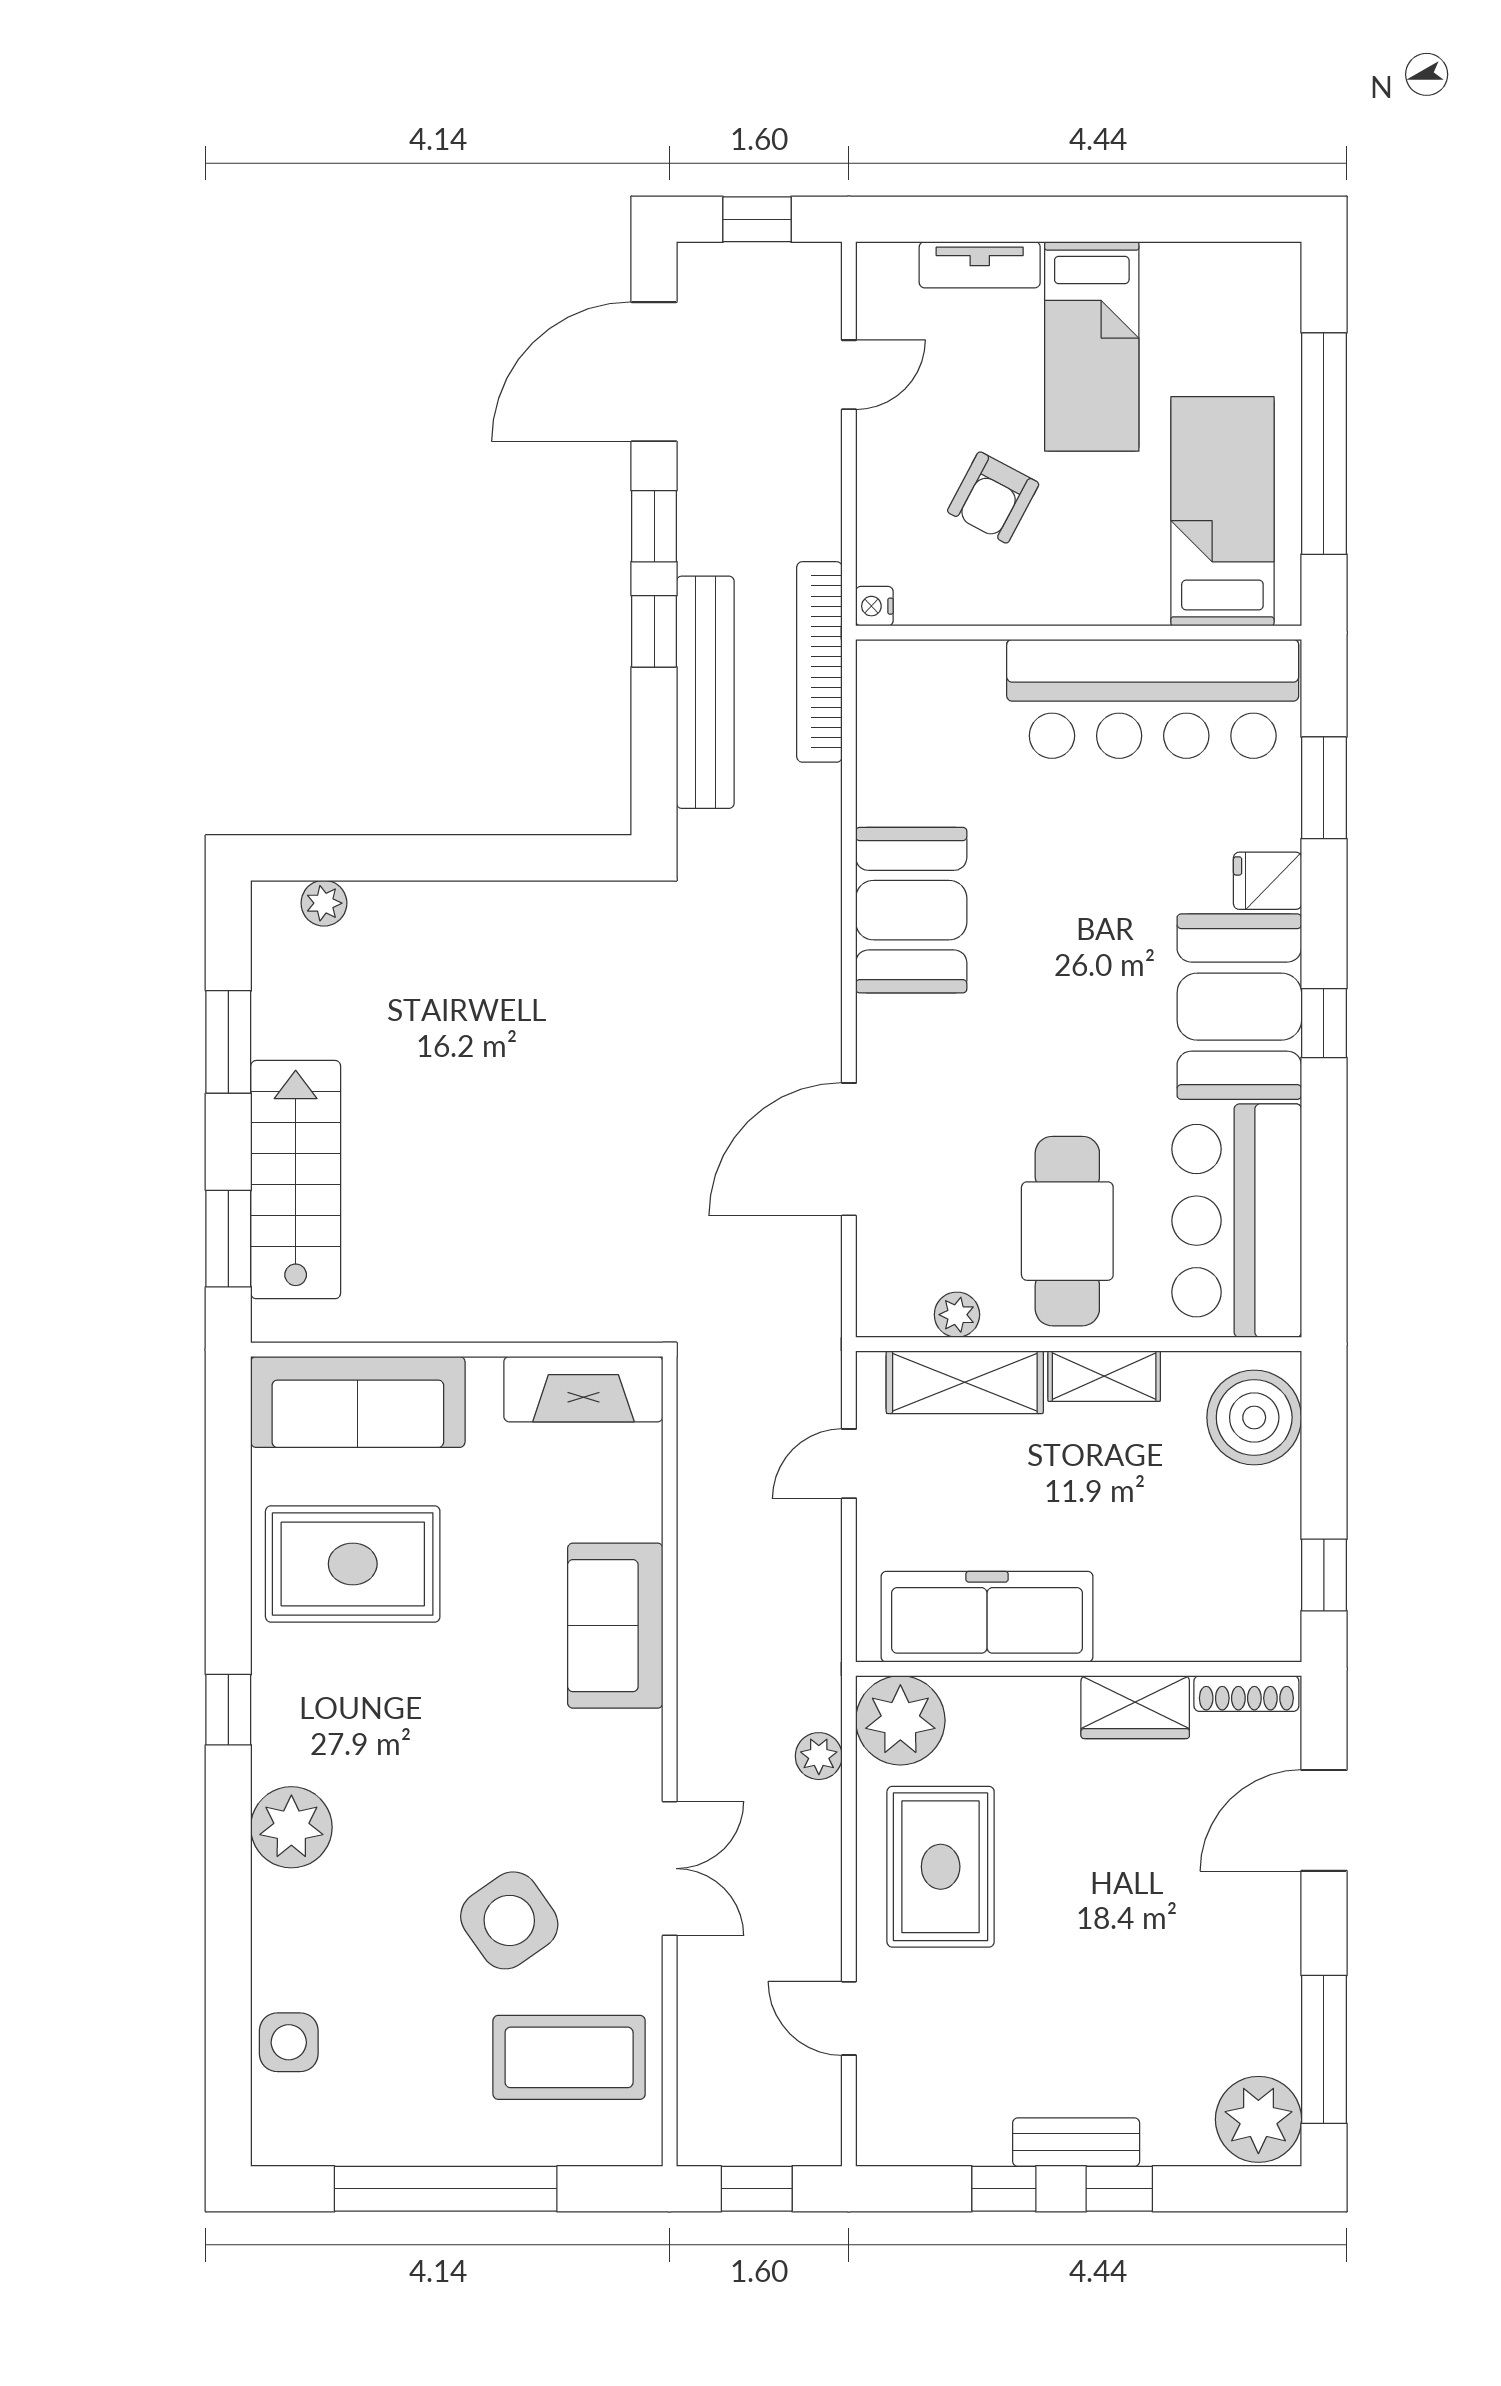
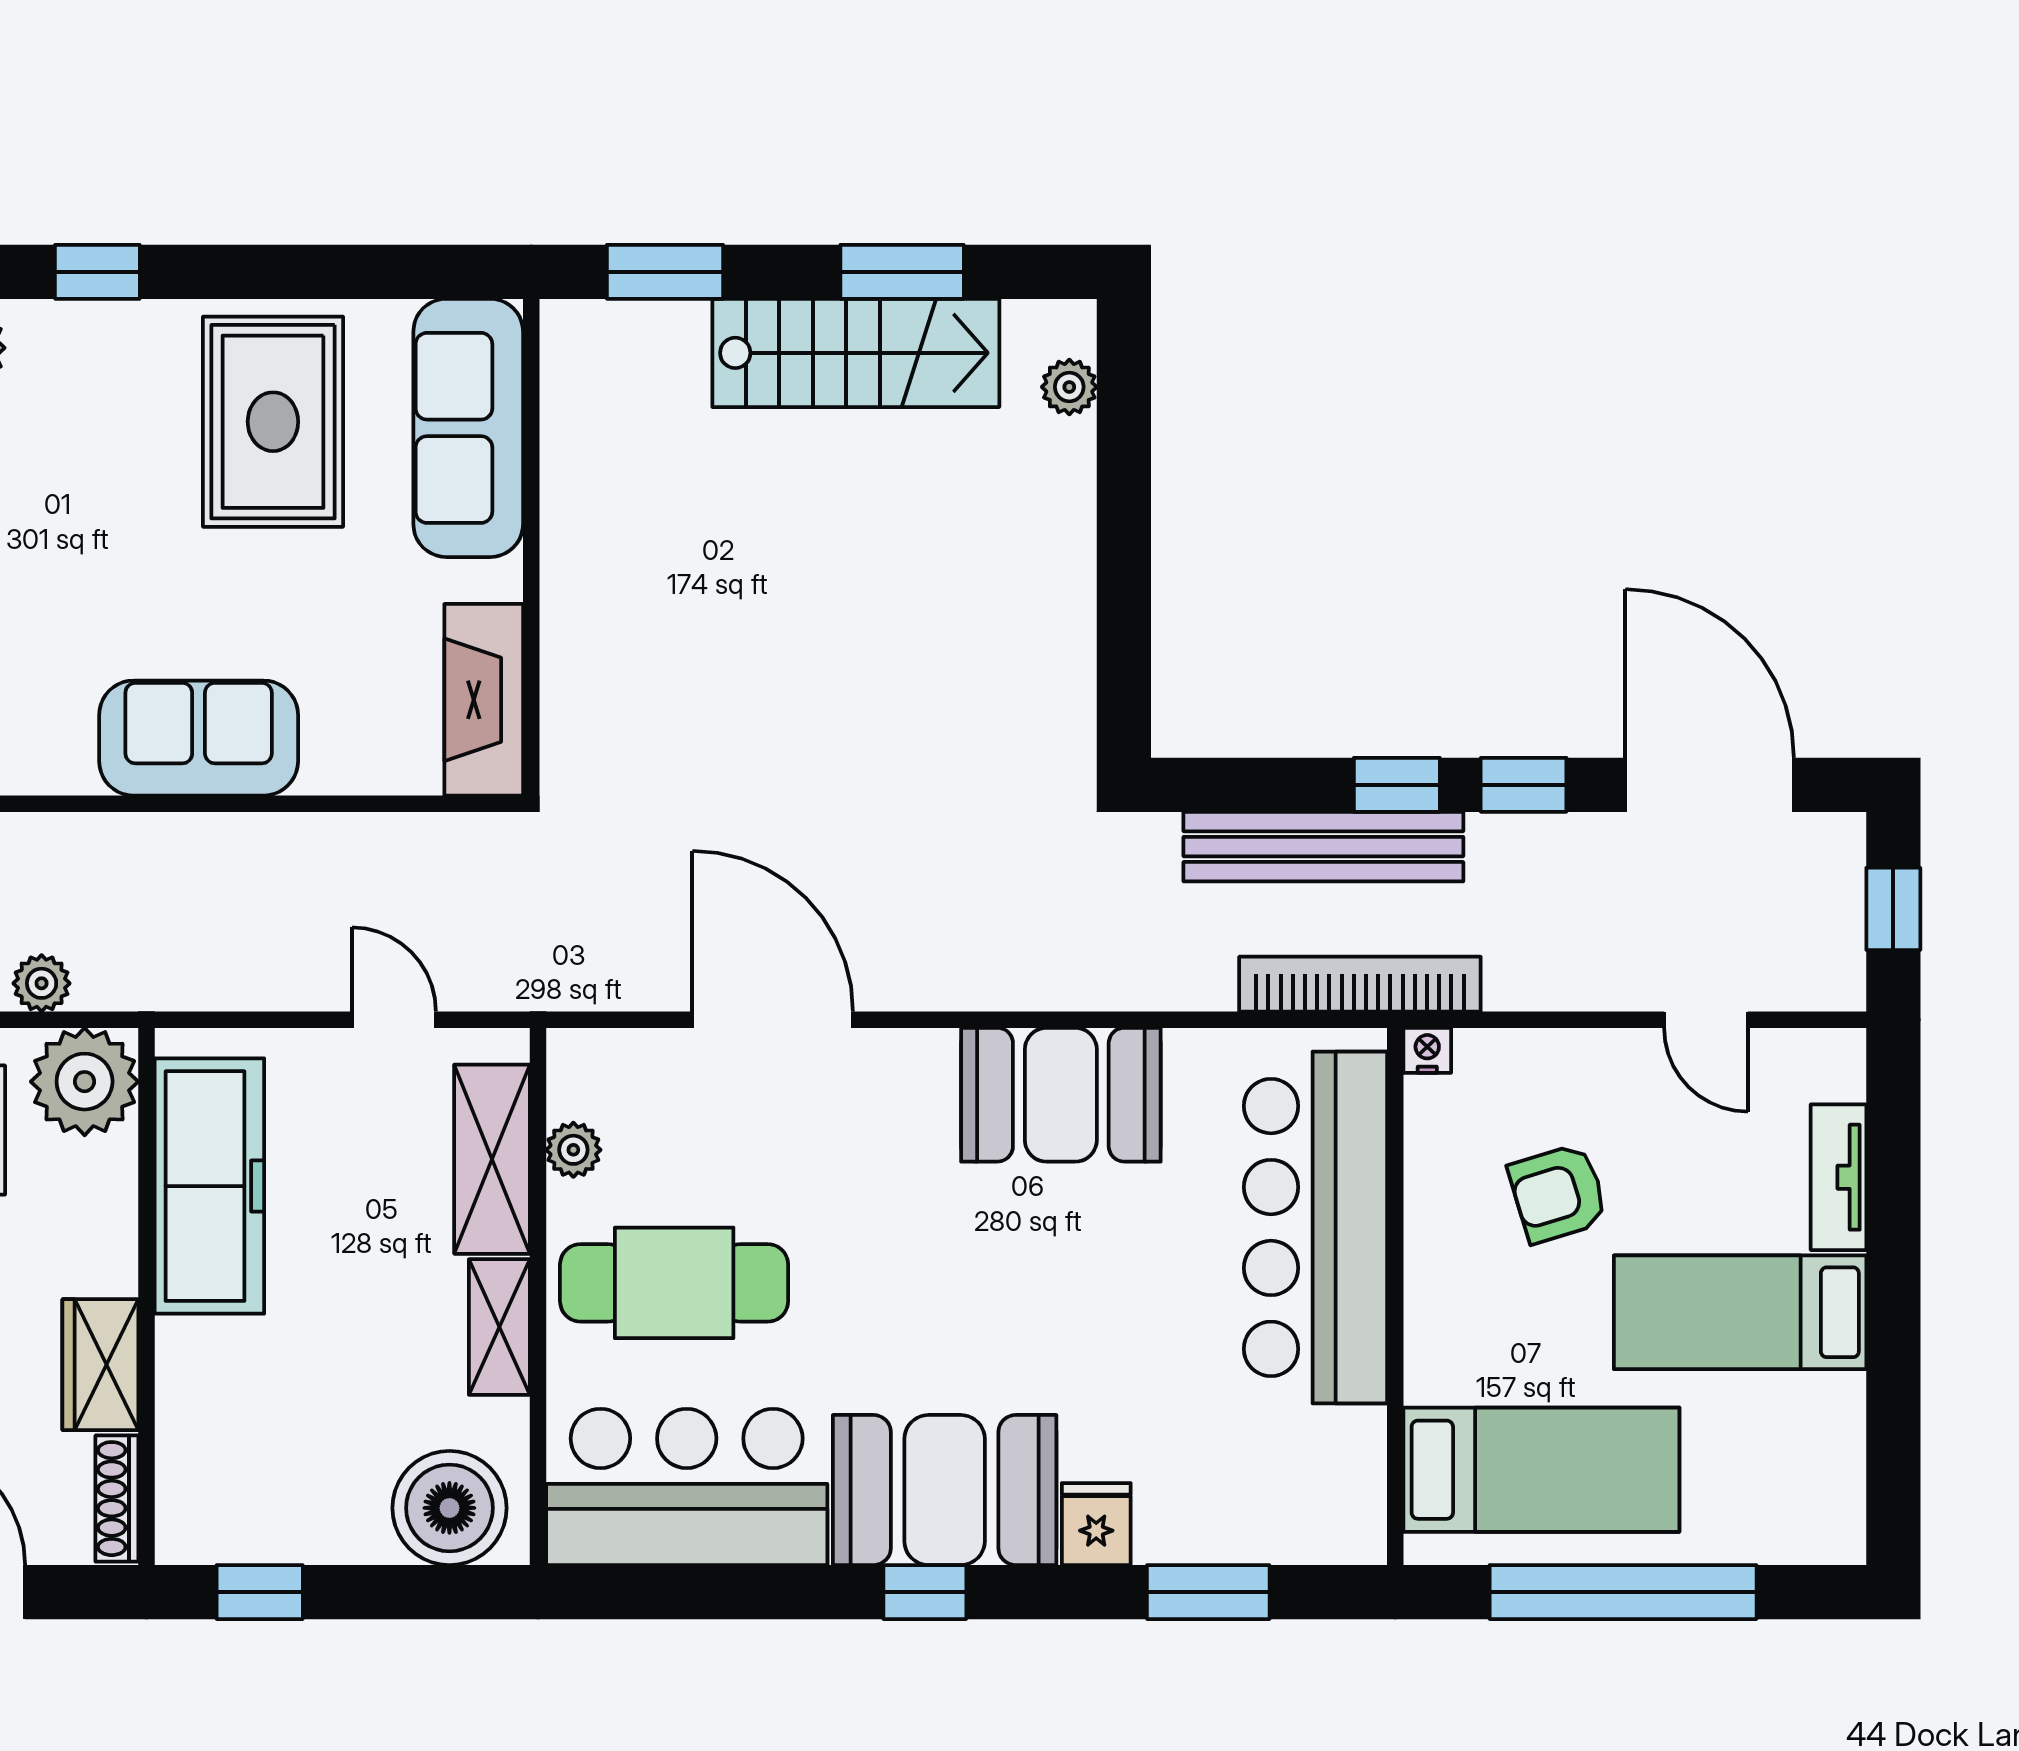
armchair: (993, 497) -> (1558, 1193), turned -45
bar counter: (1153, 699) -> (1315, 1227), moved
stairs: (296, 1180) -> (856, 353), moved

